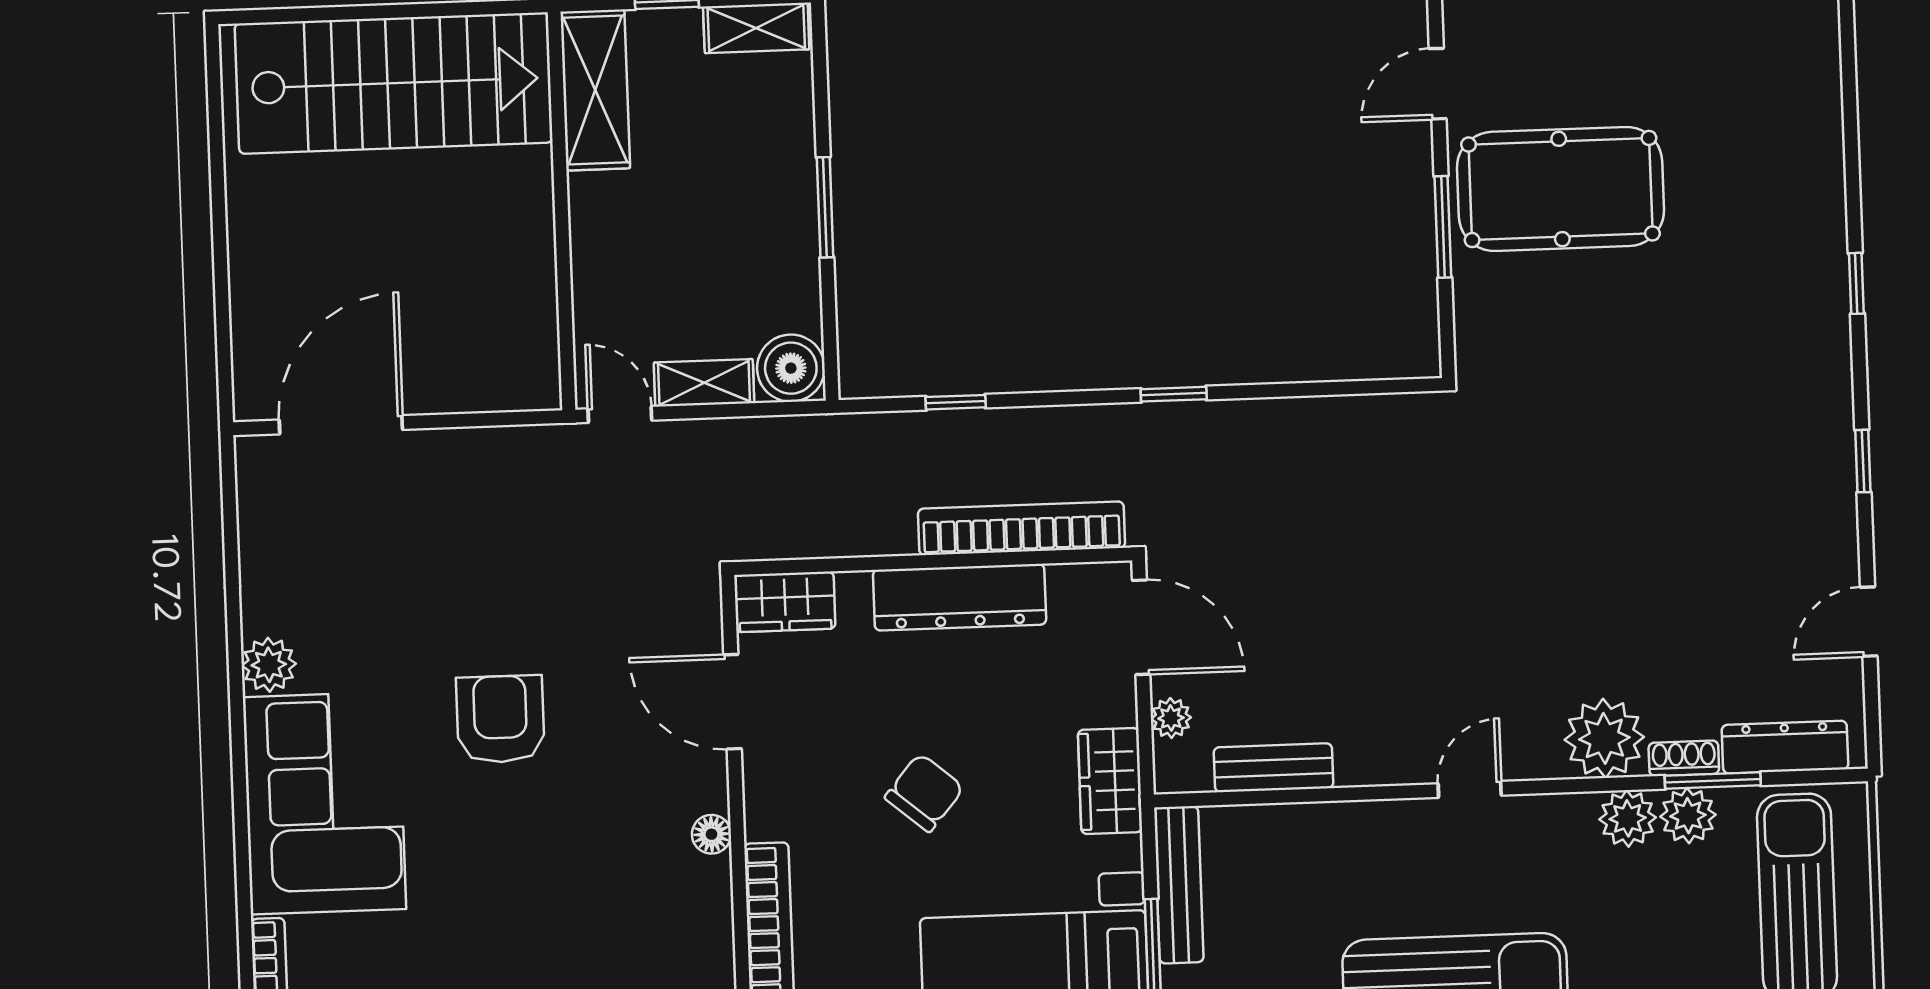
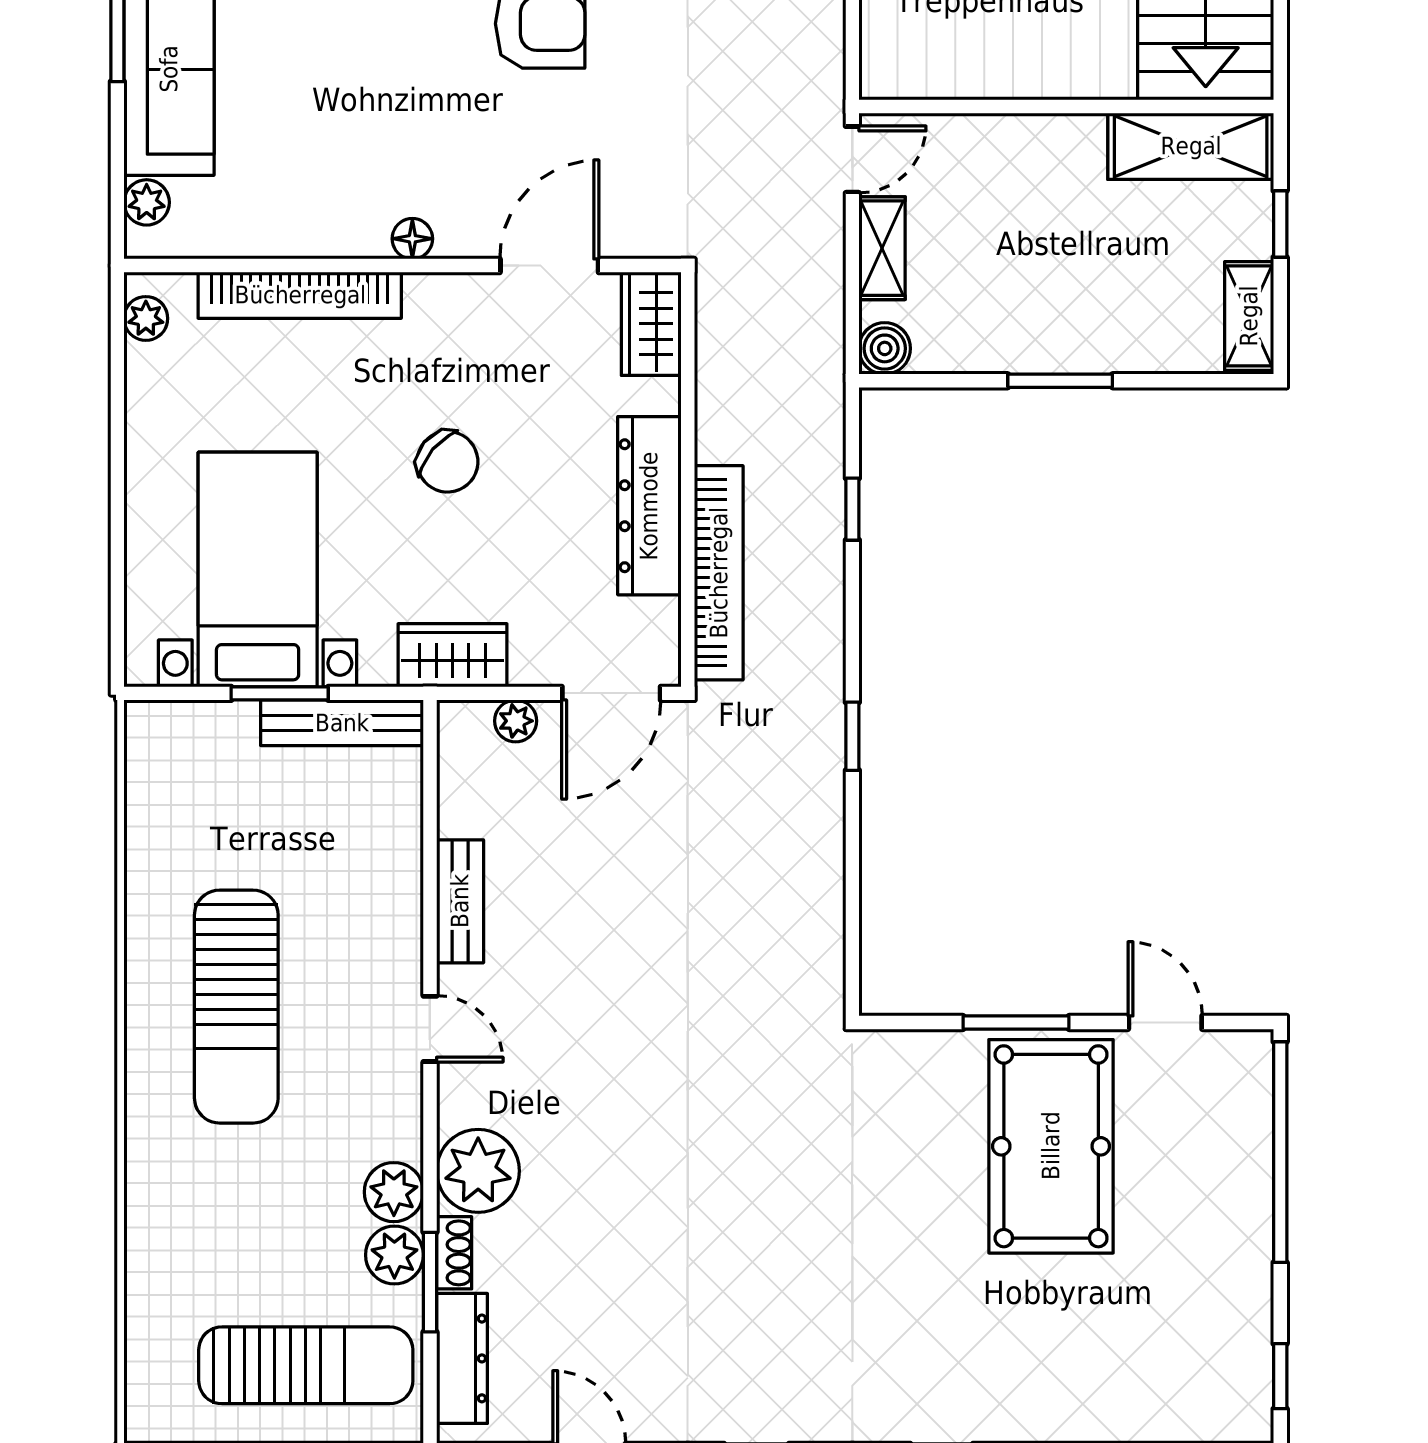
boiler: (791, 368) -> (885, 348), width x0.73, depth x0.73
bench: (1274, 768) -> (460, 901), moved

